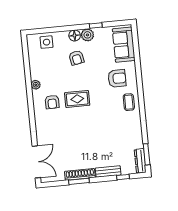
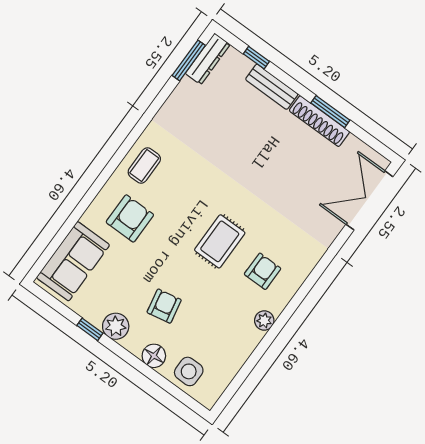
floor lamp: (75, 35) -> (154, 356), moved
armchair: (117, 78) -> (130, 218), turned 90
rug: (77, 99) -> (220, 241), turned 90

